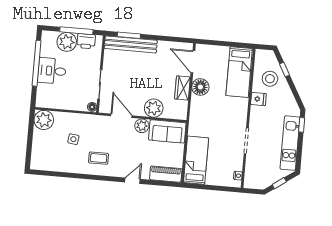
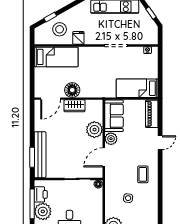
door: (132, 181) -> (160, 143), swing flipped

